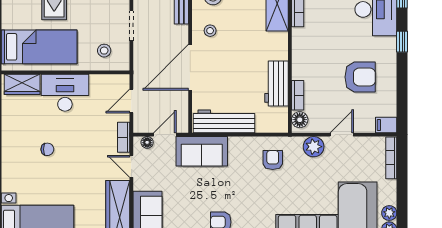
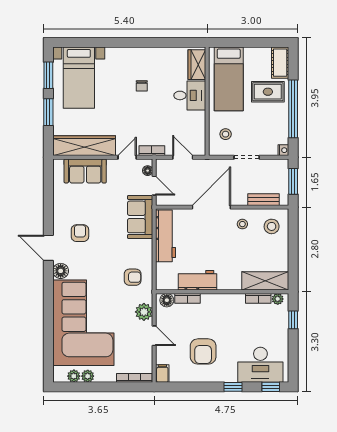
door: (190, 67) -> (211, 207), hinge flipped
desk: (65, 93) -> (190, 95), width x0.73

